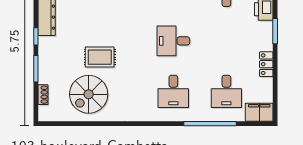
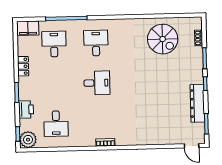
rug: (100, 57) -> (155, 69), removed
spiral stairs: (89, 94) -> (163, 39), turned 90

